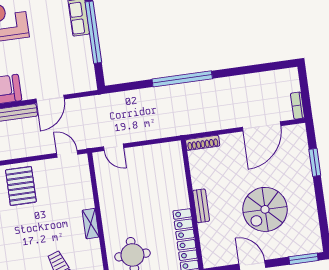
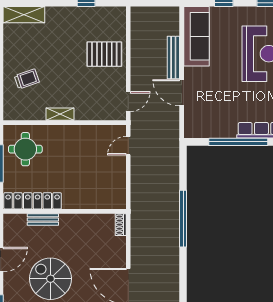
shoe rack: (203, 143) -> (121, 225), width x0.70
bench: (201, 206) -> (43, 220), moved

